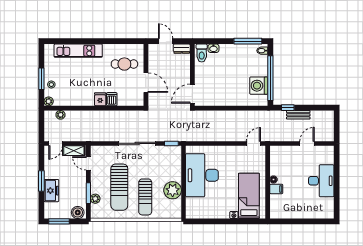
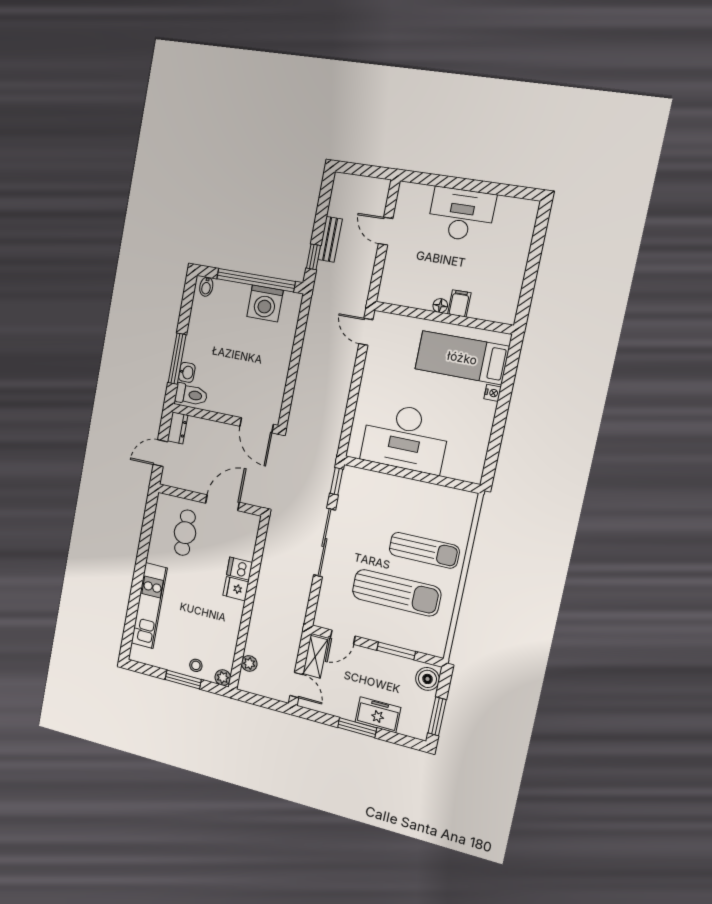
window: (248, 41) -> (177, 359), moved
plant: (173, 190) -> (422, 498), removed
plant: (95, 199) -> (409, 641), removed

